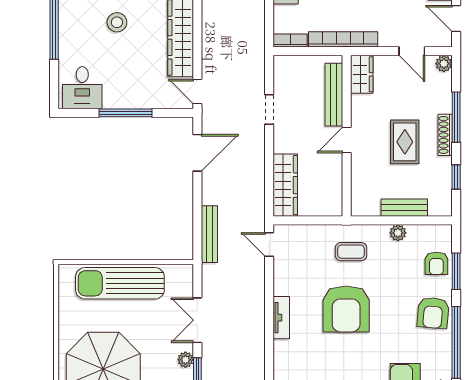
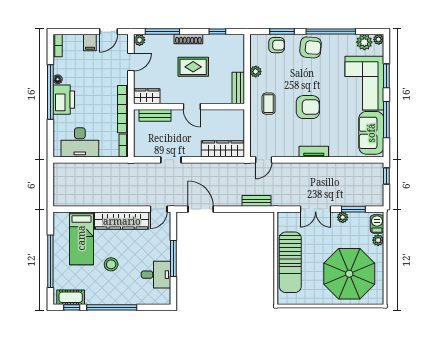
desk: (82, 88) -> (156, 275), moved
bench: (334, 95) -> (155, 115), width x0.73
window: (456, 117) -> (162, 31), moved
bench: (404, 208) -> (238, 88), moved
bench: (209, 234) -> (257, 201), width x0.73
armchair: (346, 309) -> (308, 107), width x0.73, depth x0.73

